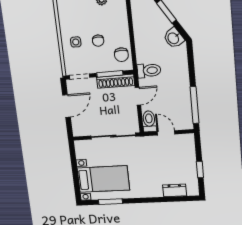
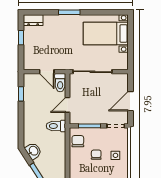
shoe rack: (116, 81) -> (85, 119), removed
window: (195, 105) -> (21, 94), width x0.46
dresser: (175, 190) -> (33, 20), moved
window: (110, 202) -> (69, 12), moved

